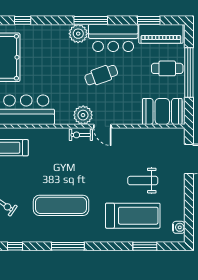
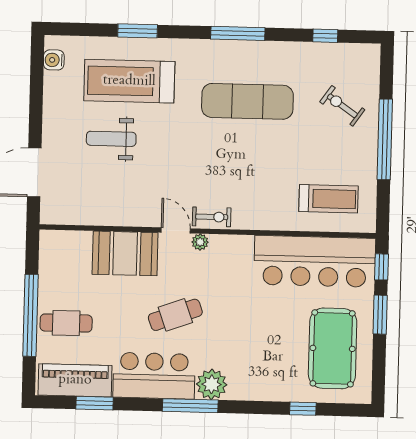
booth: (162, 111) -> (125, 253), moved
plant: (83, 115) -> (200, 242), width x0.53, depth x0.53
weight bench: (143, 181) -> (111, 139), turned 180
window: (145, 246) -> (138, 31), moved

